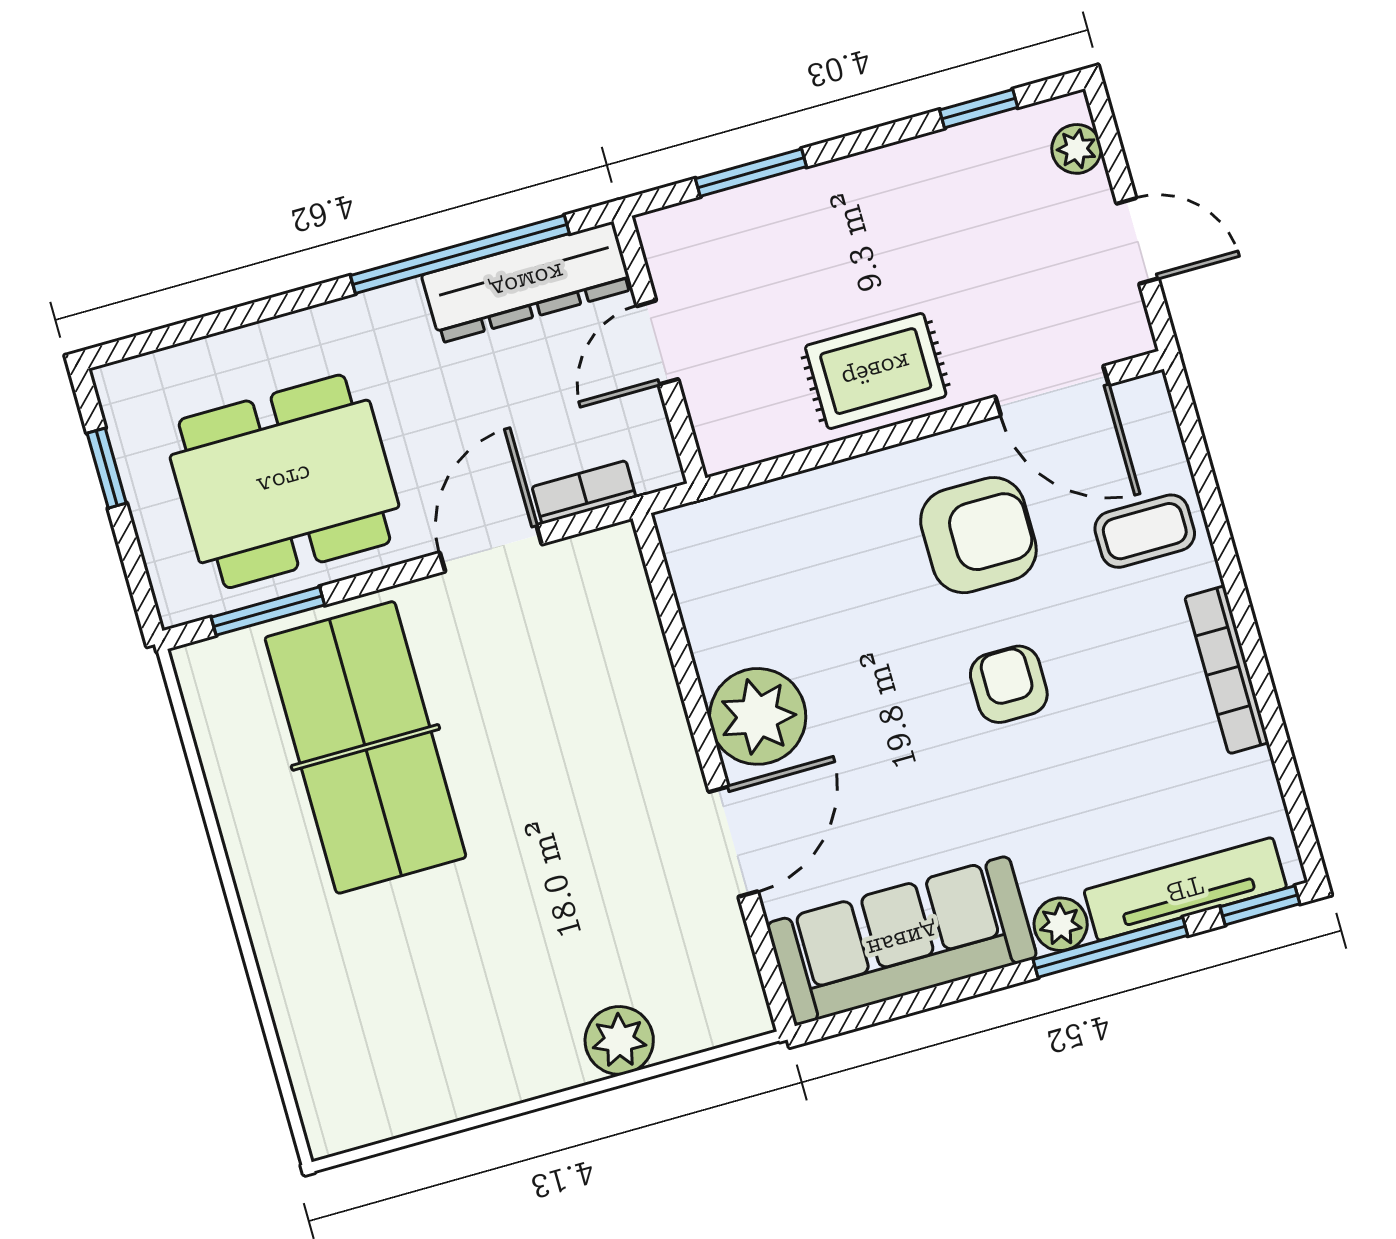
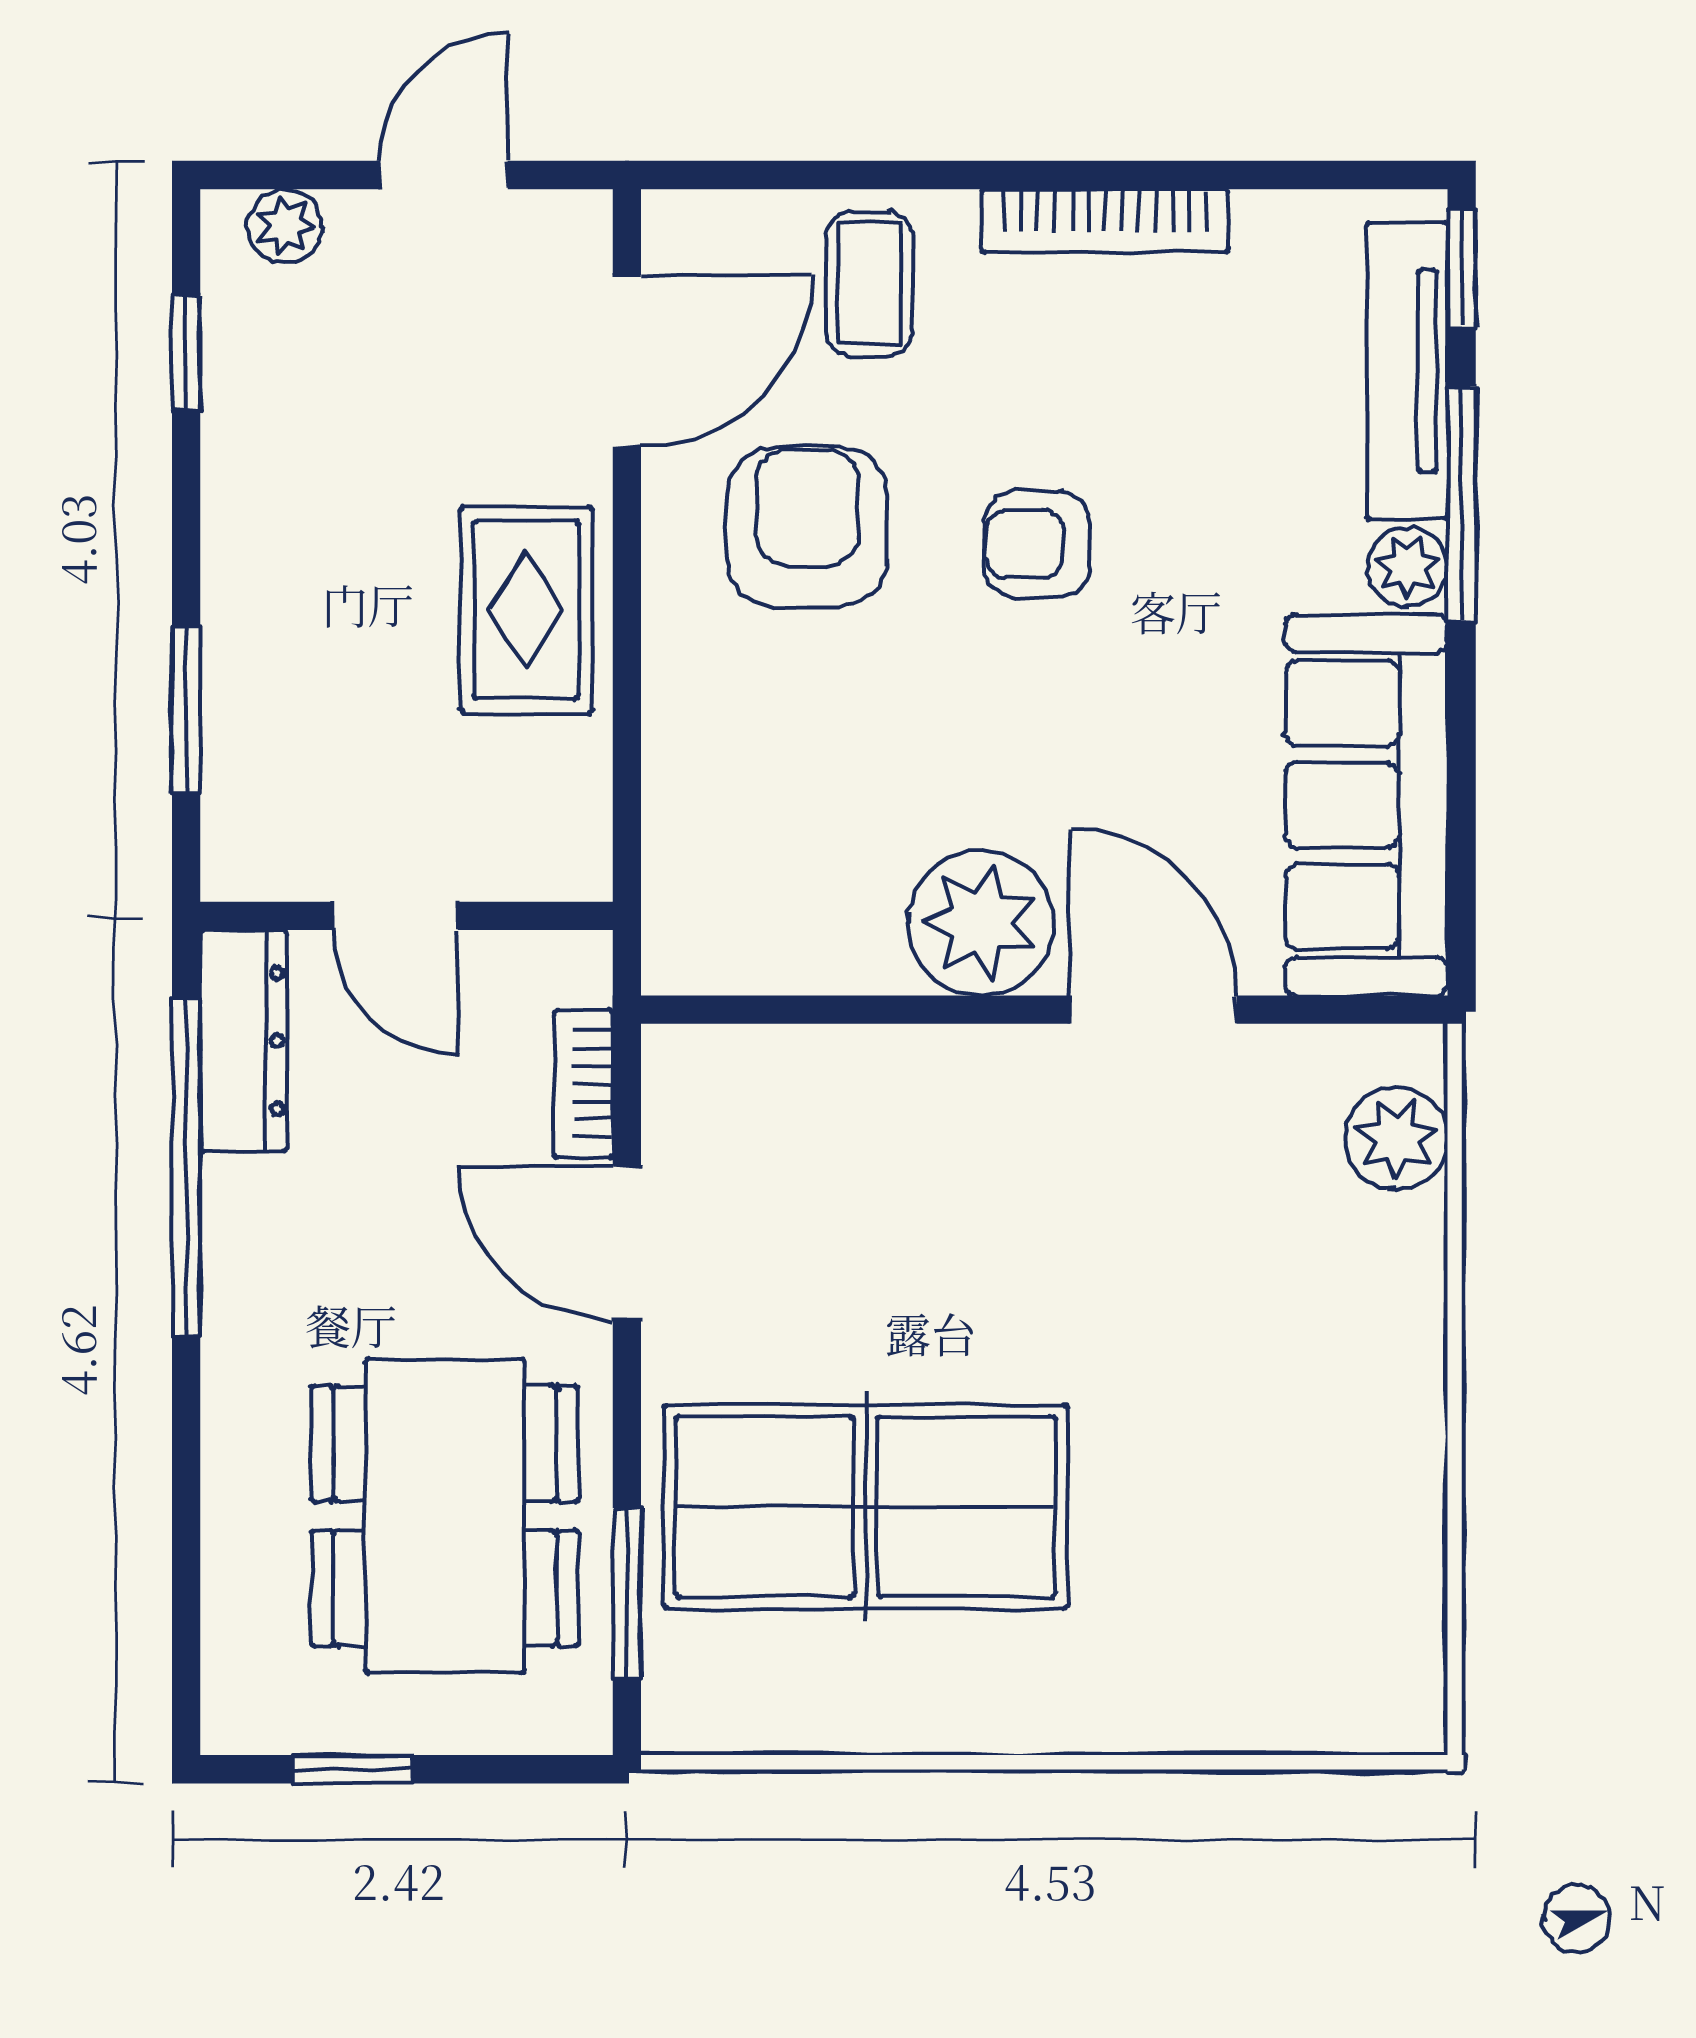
dresser: (527, 282) -> (244, 1041), width x0.73, depth x0.80
plant: (619, 1040) -> (1396, 1138), moved

